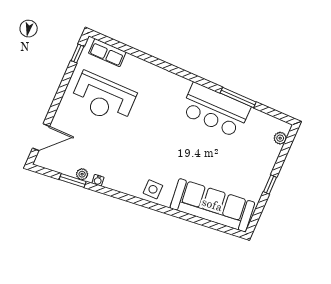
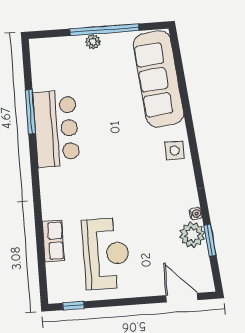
row of seats: (107, 53) -> (53, 241), moved
plant: (280, 138) -> (93, 42), moved
plant: (82, 174) -> (192, 235), width x1.88, depth x1.88
window: (270, 184) -> (104, 30), width x3.17

